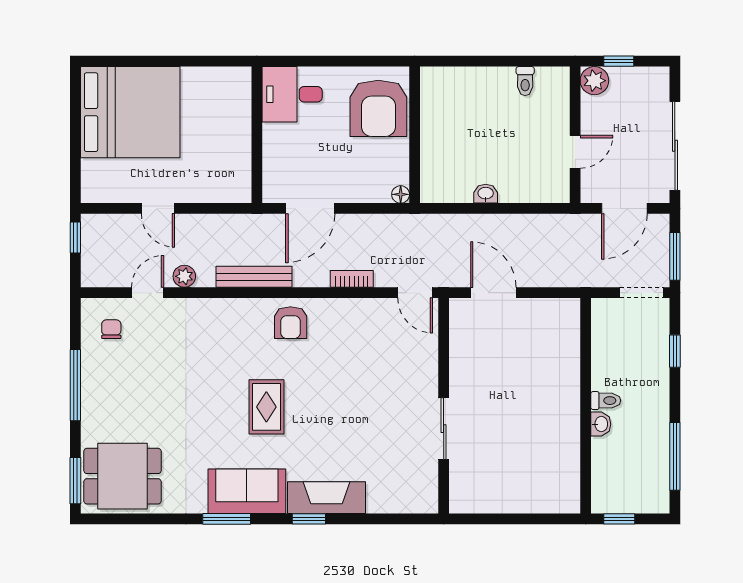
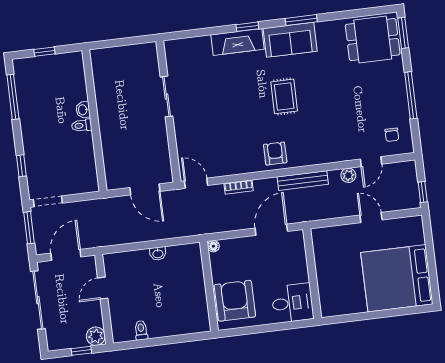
toilet: (606, 401) -> (82, 126), moved
wall: (586, 406) -> (94, 121), moved
washbasin: (601, 424) -> (83, 110), moved

